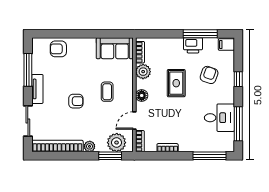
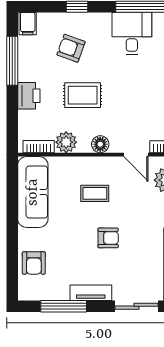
printer: (193, 45) -> (29, 96), moved
sofa: (115, 48) -> (33, 192), width x1.36
armchair: (76, 101) -> (108, 238), turned 90

